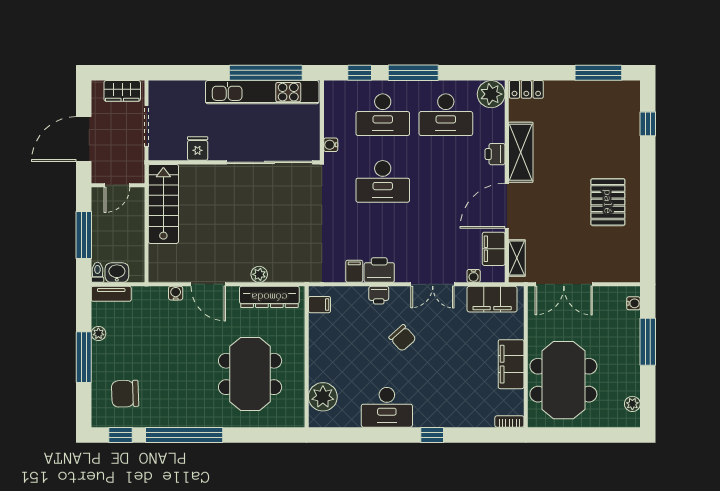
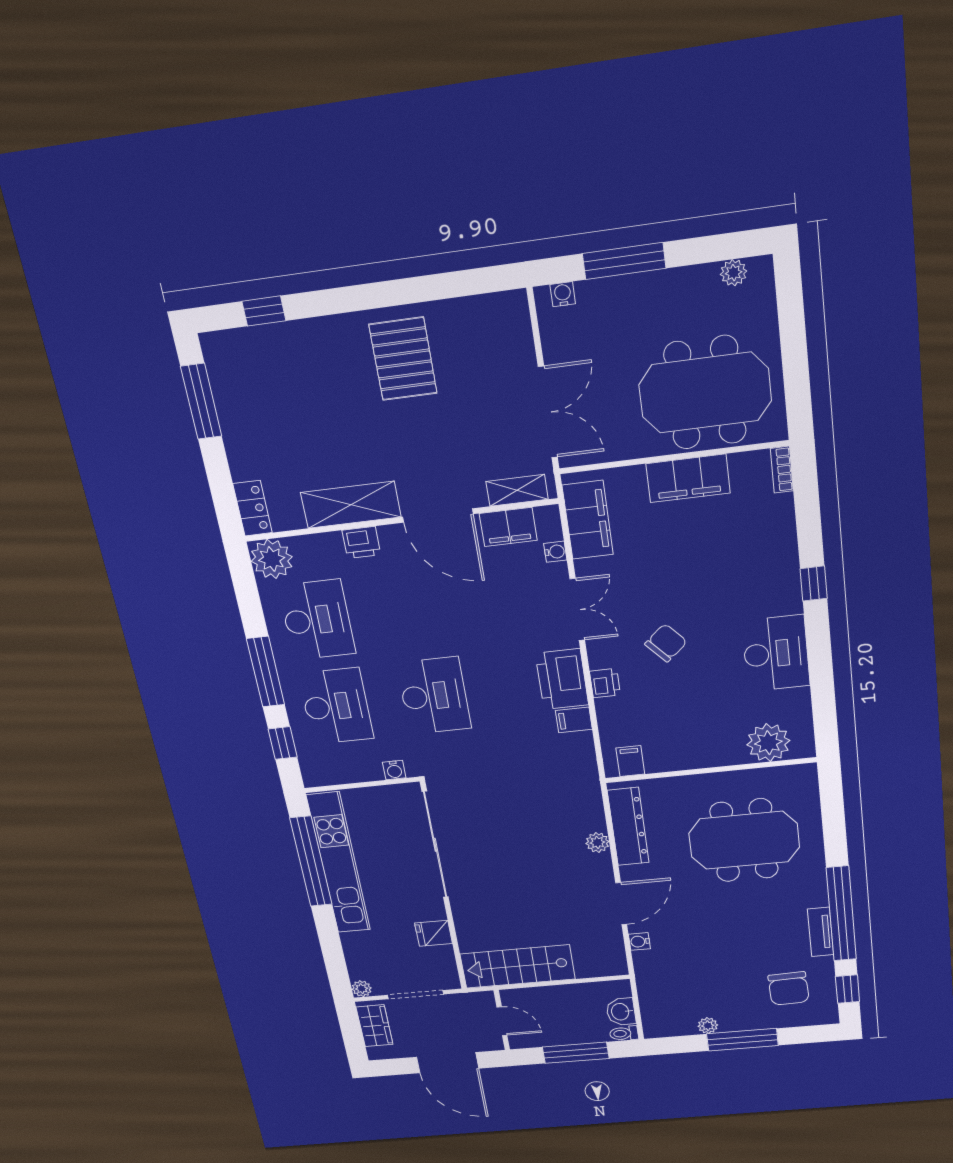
plant: (156, 88) -> (362, 989), added
pallet: (608, 202) -> (403, 359), turned 90
printer: (379, 270) -> (562, 679), width x1.37, depth x1.19
tv unit: (111, 294) -> (821, 932), moved, turned 180

